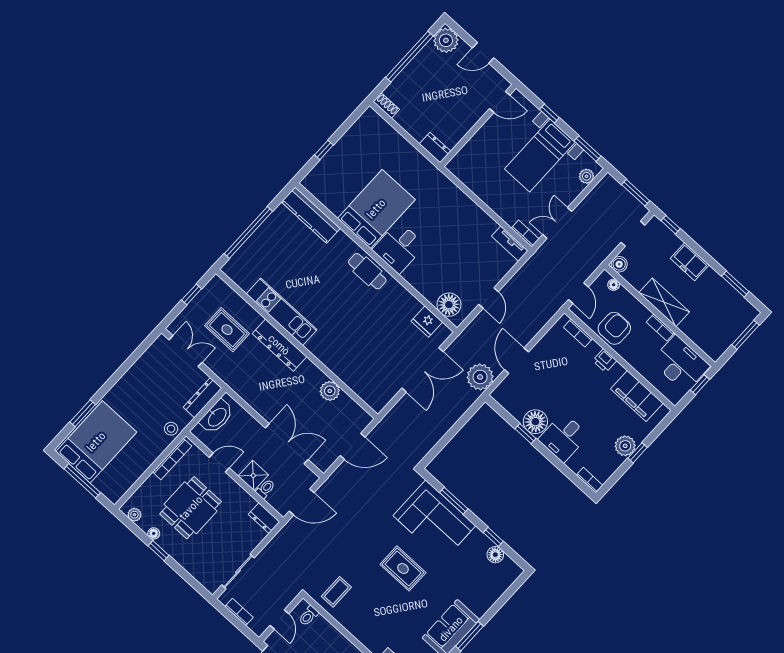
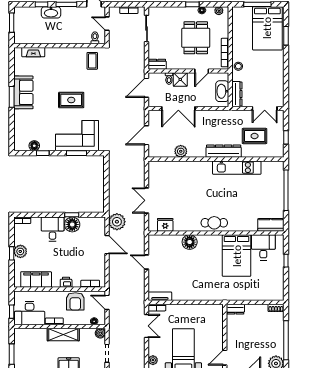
kitchen counter: (311, 215) -> (271, 225), width x0.67
desk: (399, 247) -> (263, 247), moved
floor lamp: (449, 305) -> (190, 242), moved
double door: (423, 370) -> (147, 200), width x0.73

